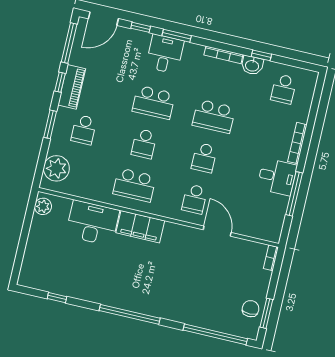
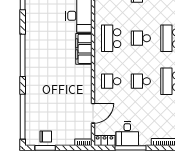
desk: (277, 177) -> (127, 134), moved
locker: (275, 228) -> (104, 140), added
door: (217, 231) -> (93, 113), moved

